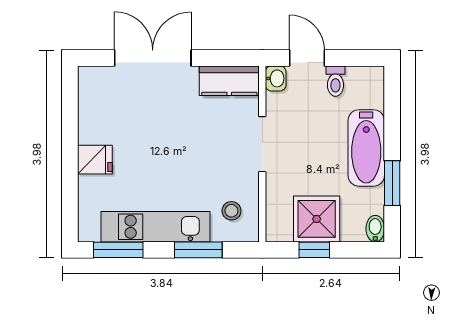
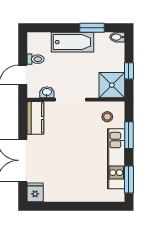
washbasin: (276, 78) -> (47, 92), moved
fridge: (95, 160) -> (35, 192), moved
shower: (317, 219) -> (112, 85), moved

